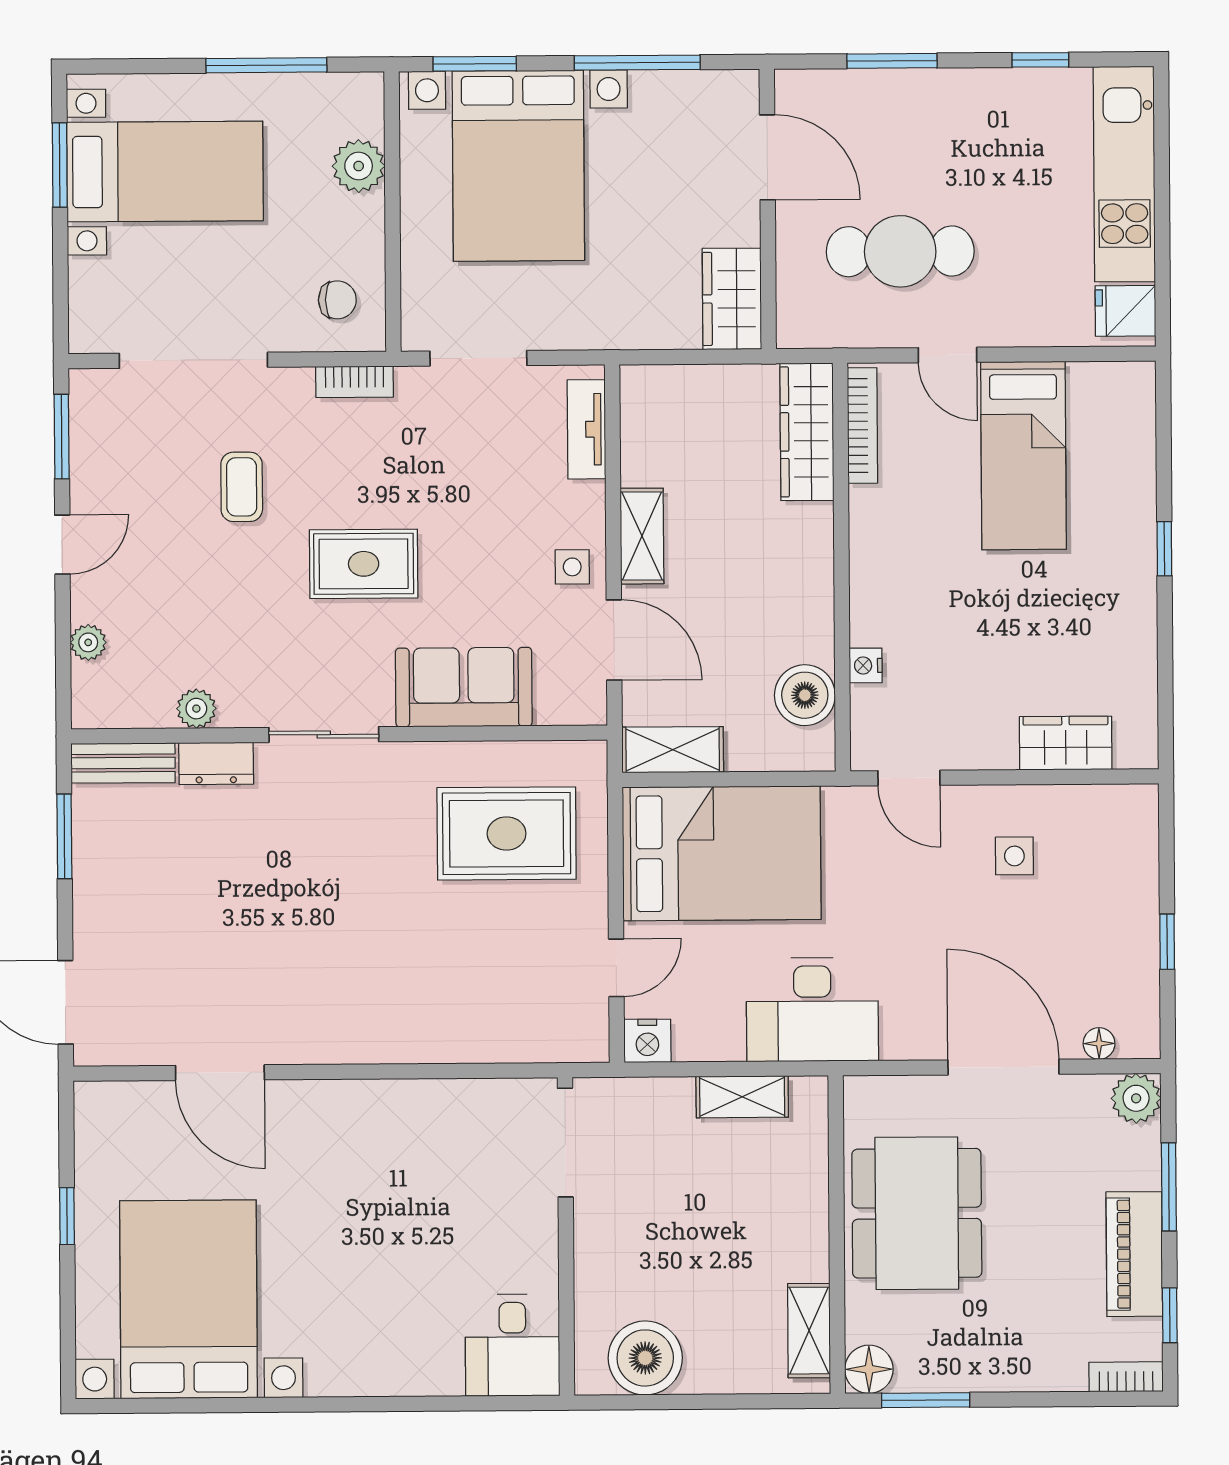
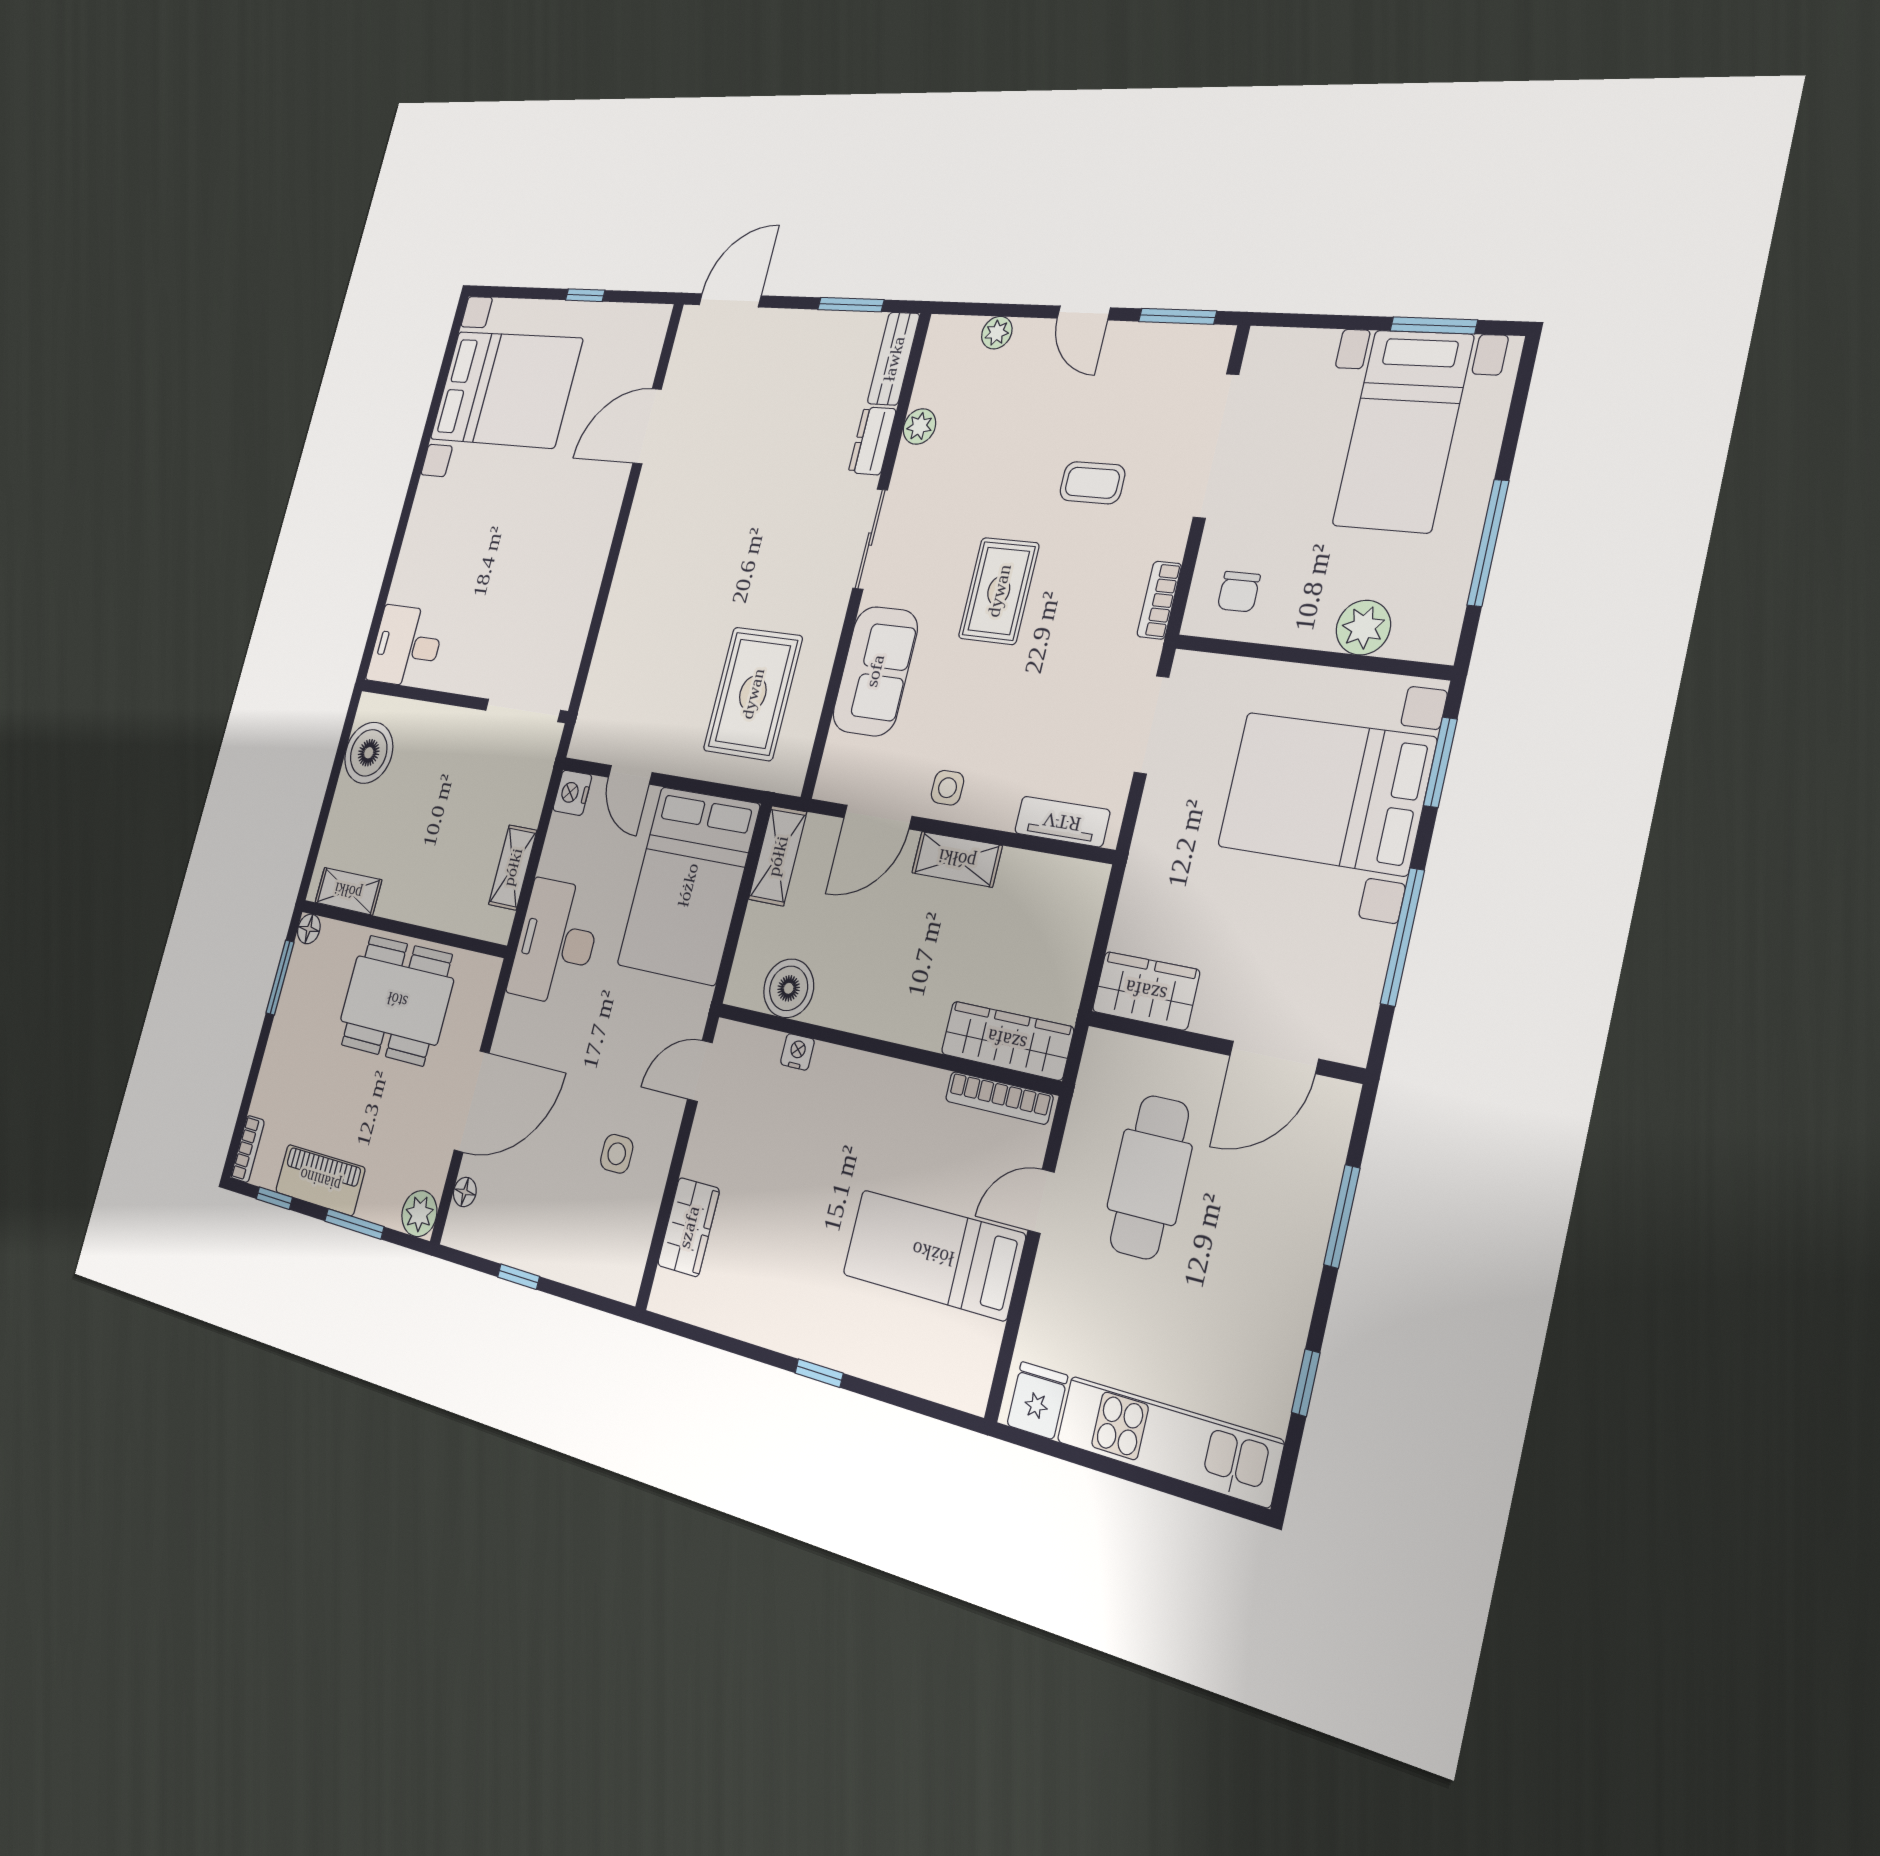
floor lamp: (869, 1369) -> (309, 929), width x0.73, depth x0.73

